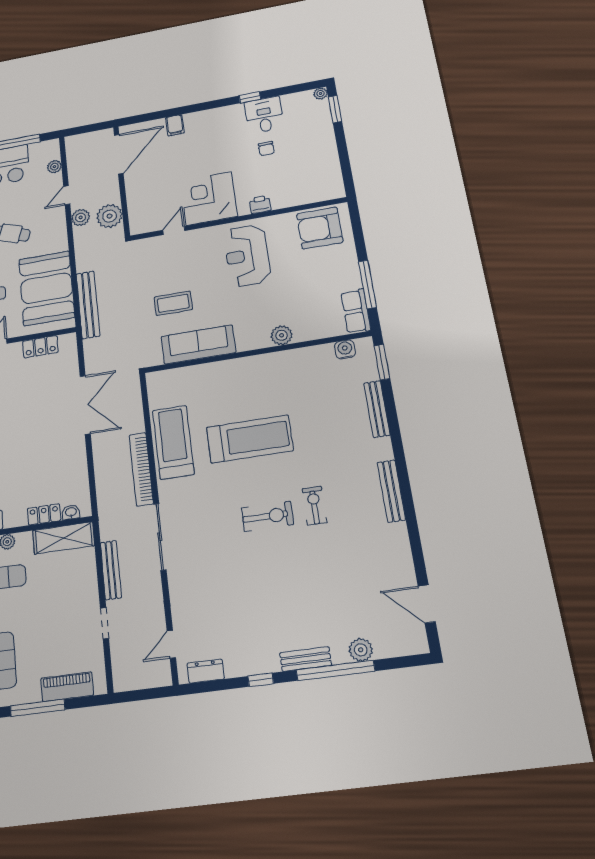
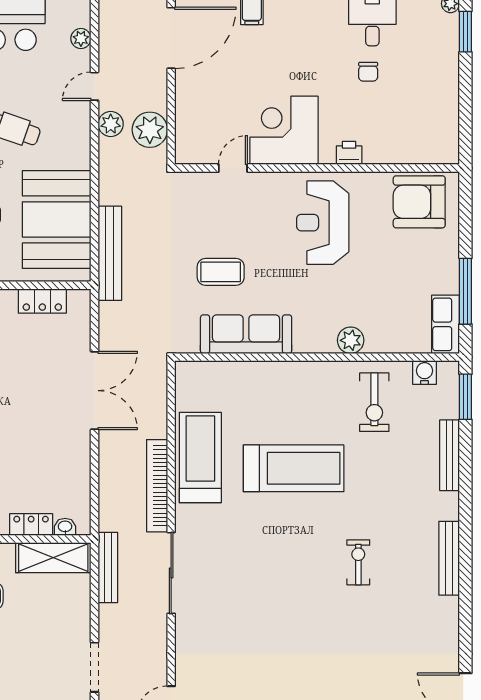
exercise bike: (268, 516) -> (374, 402), moved, turned 90
bench: (111, 570) -> (108, 568), moved
doorway: (104, 623) -> (95, 667), width x1.38

